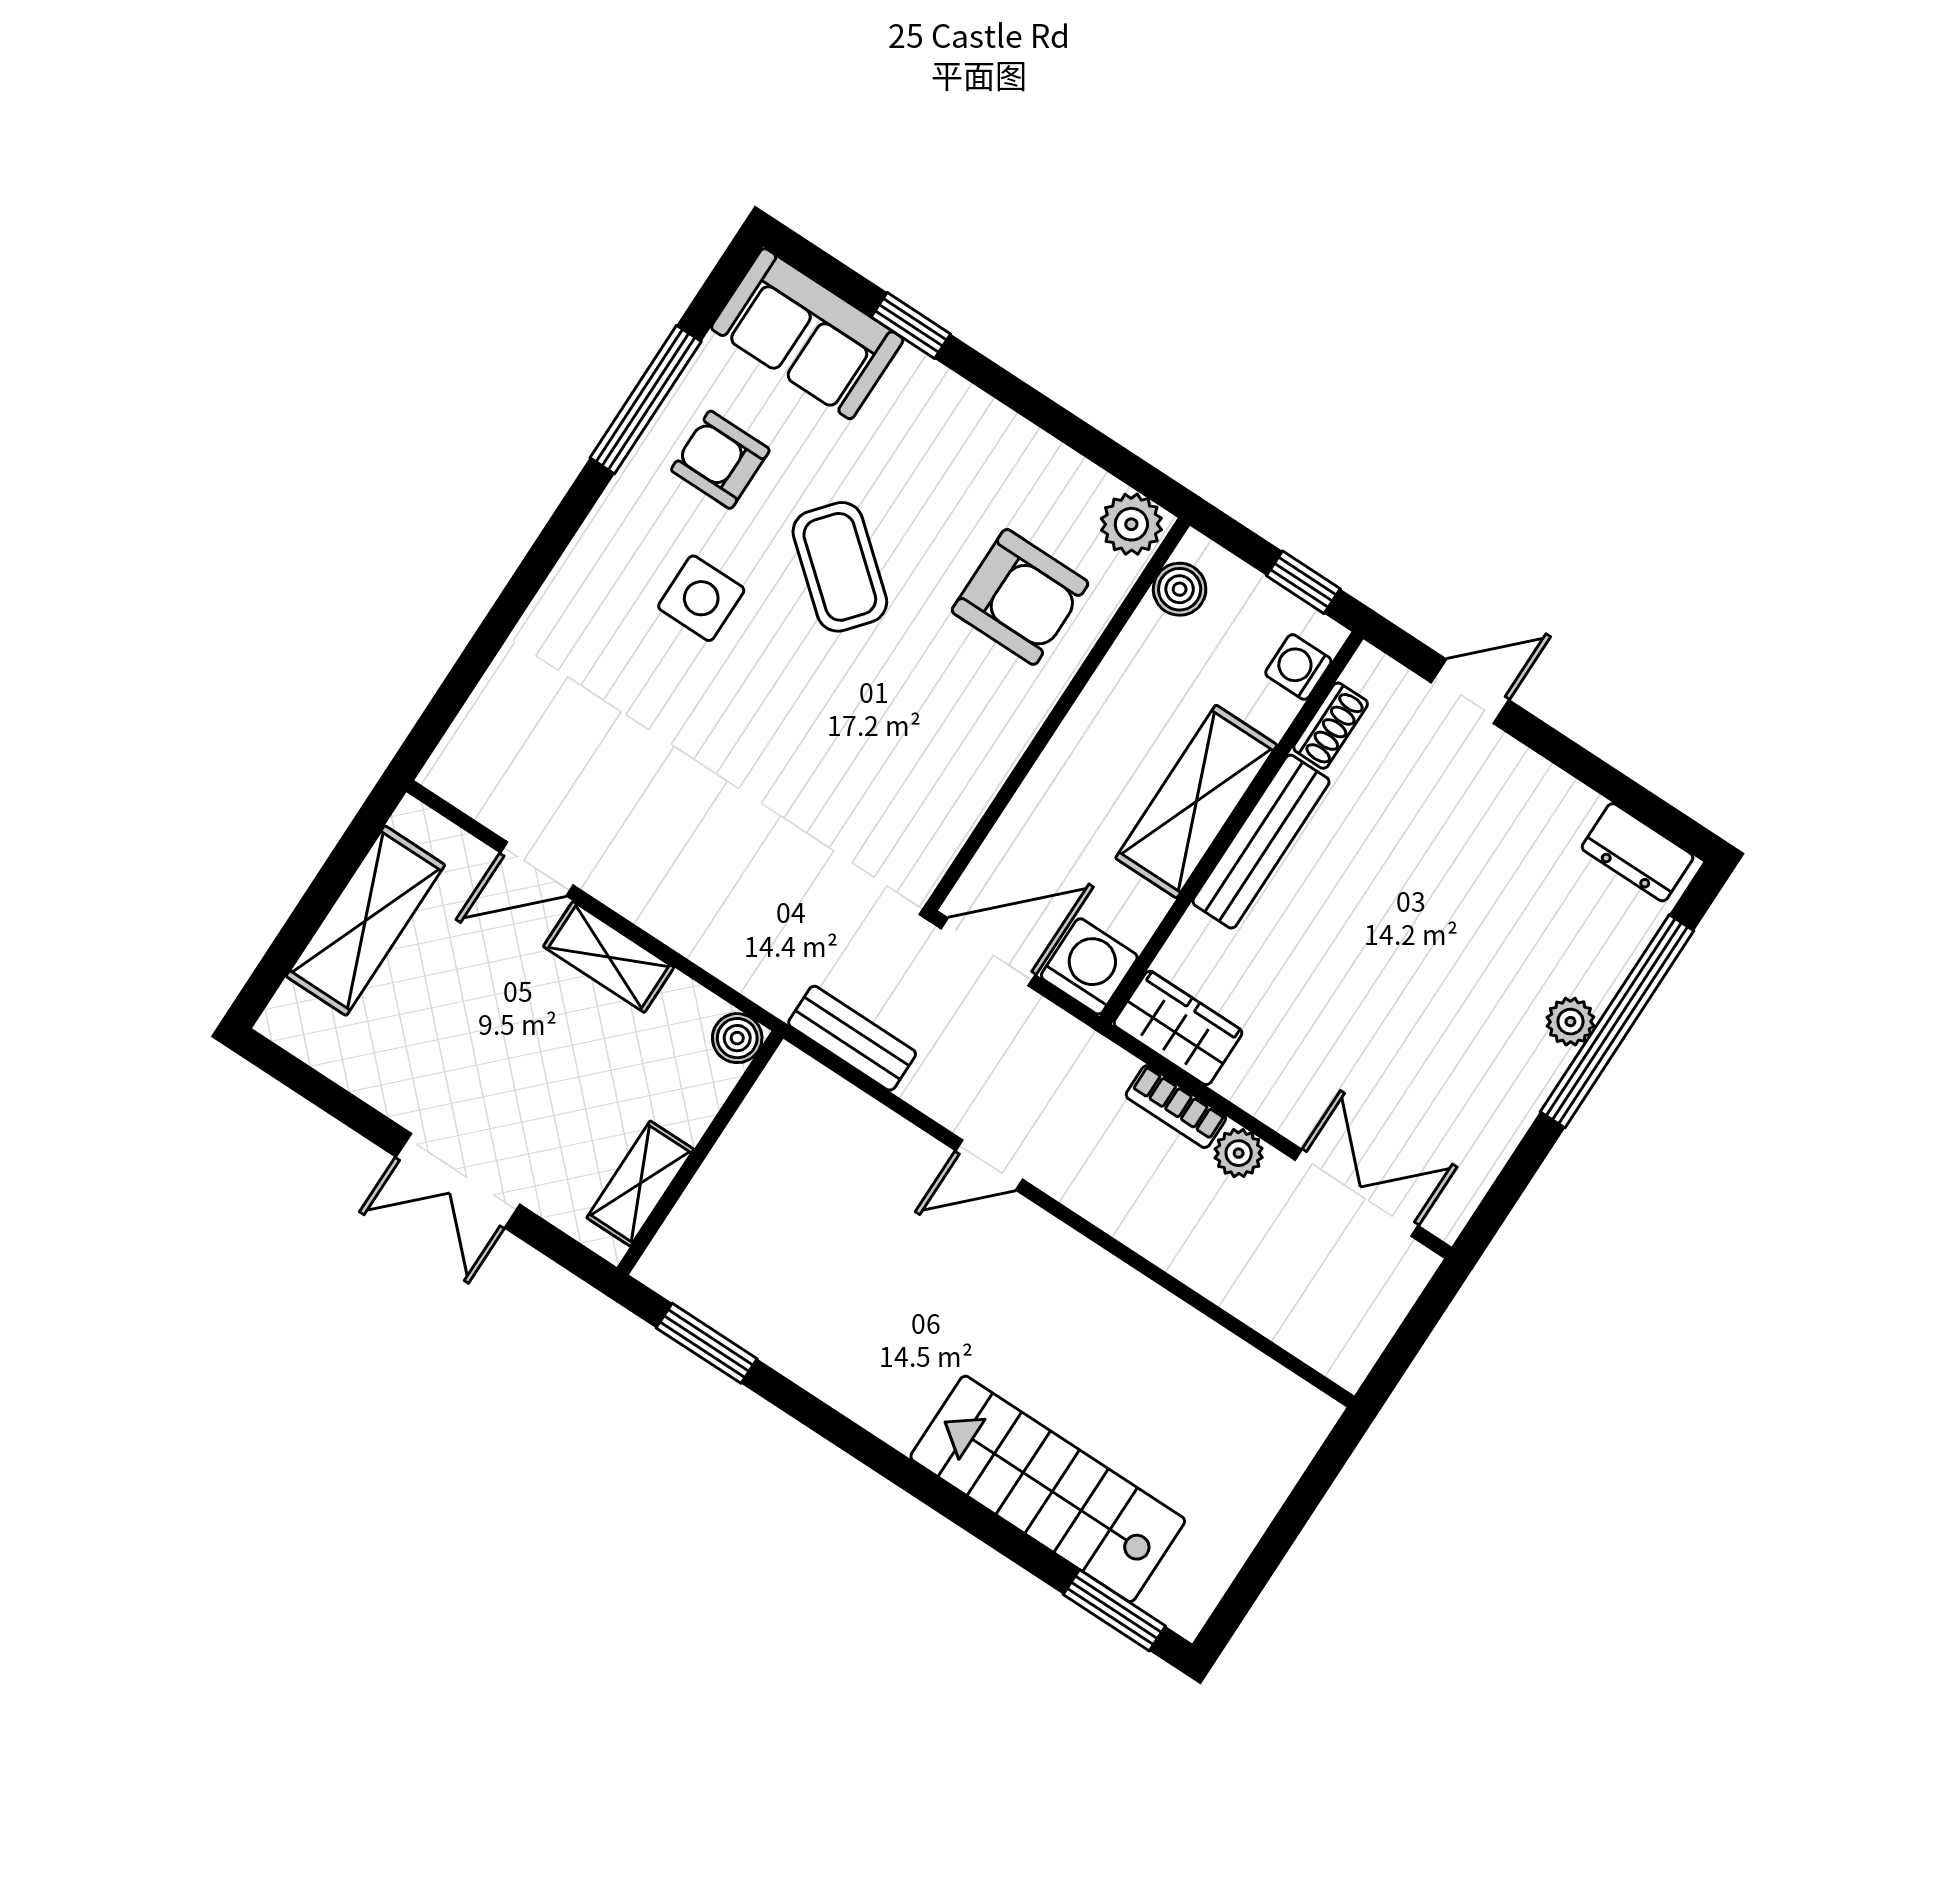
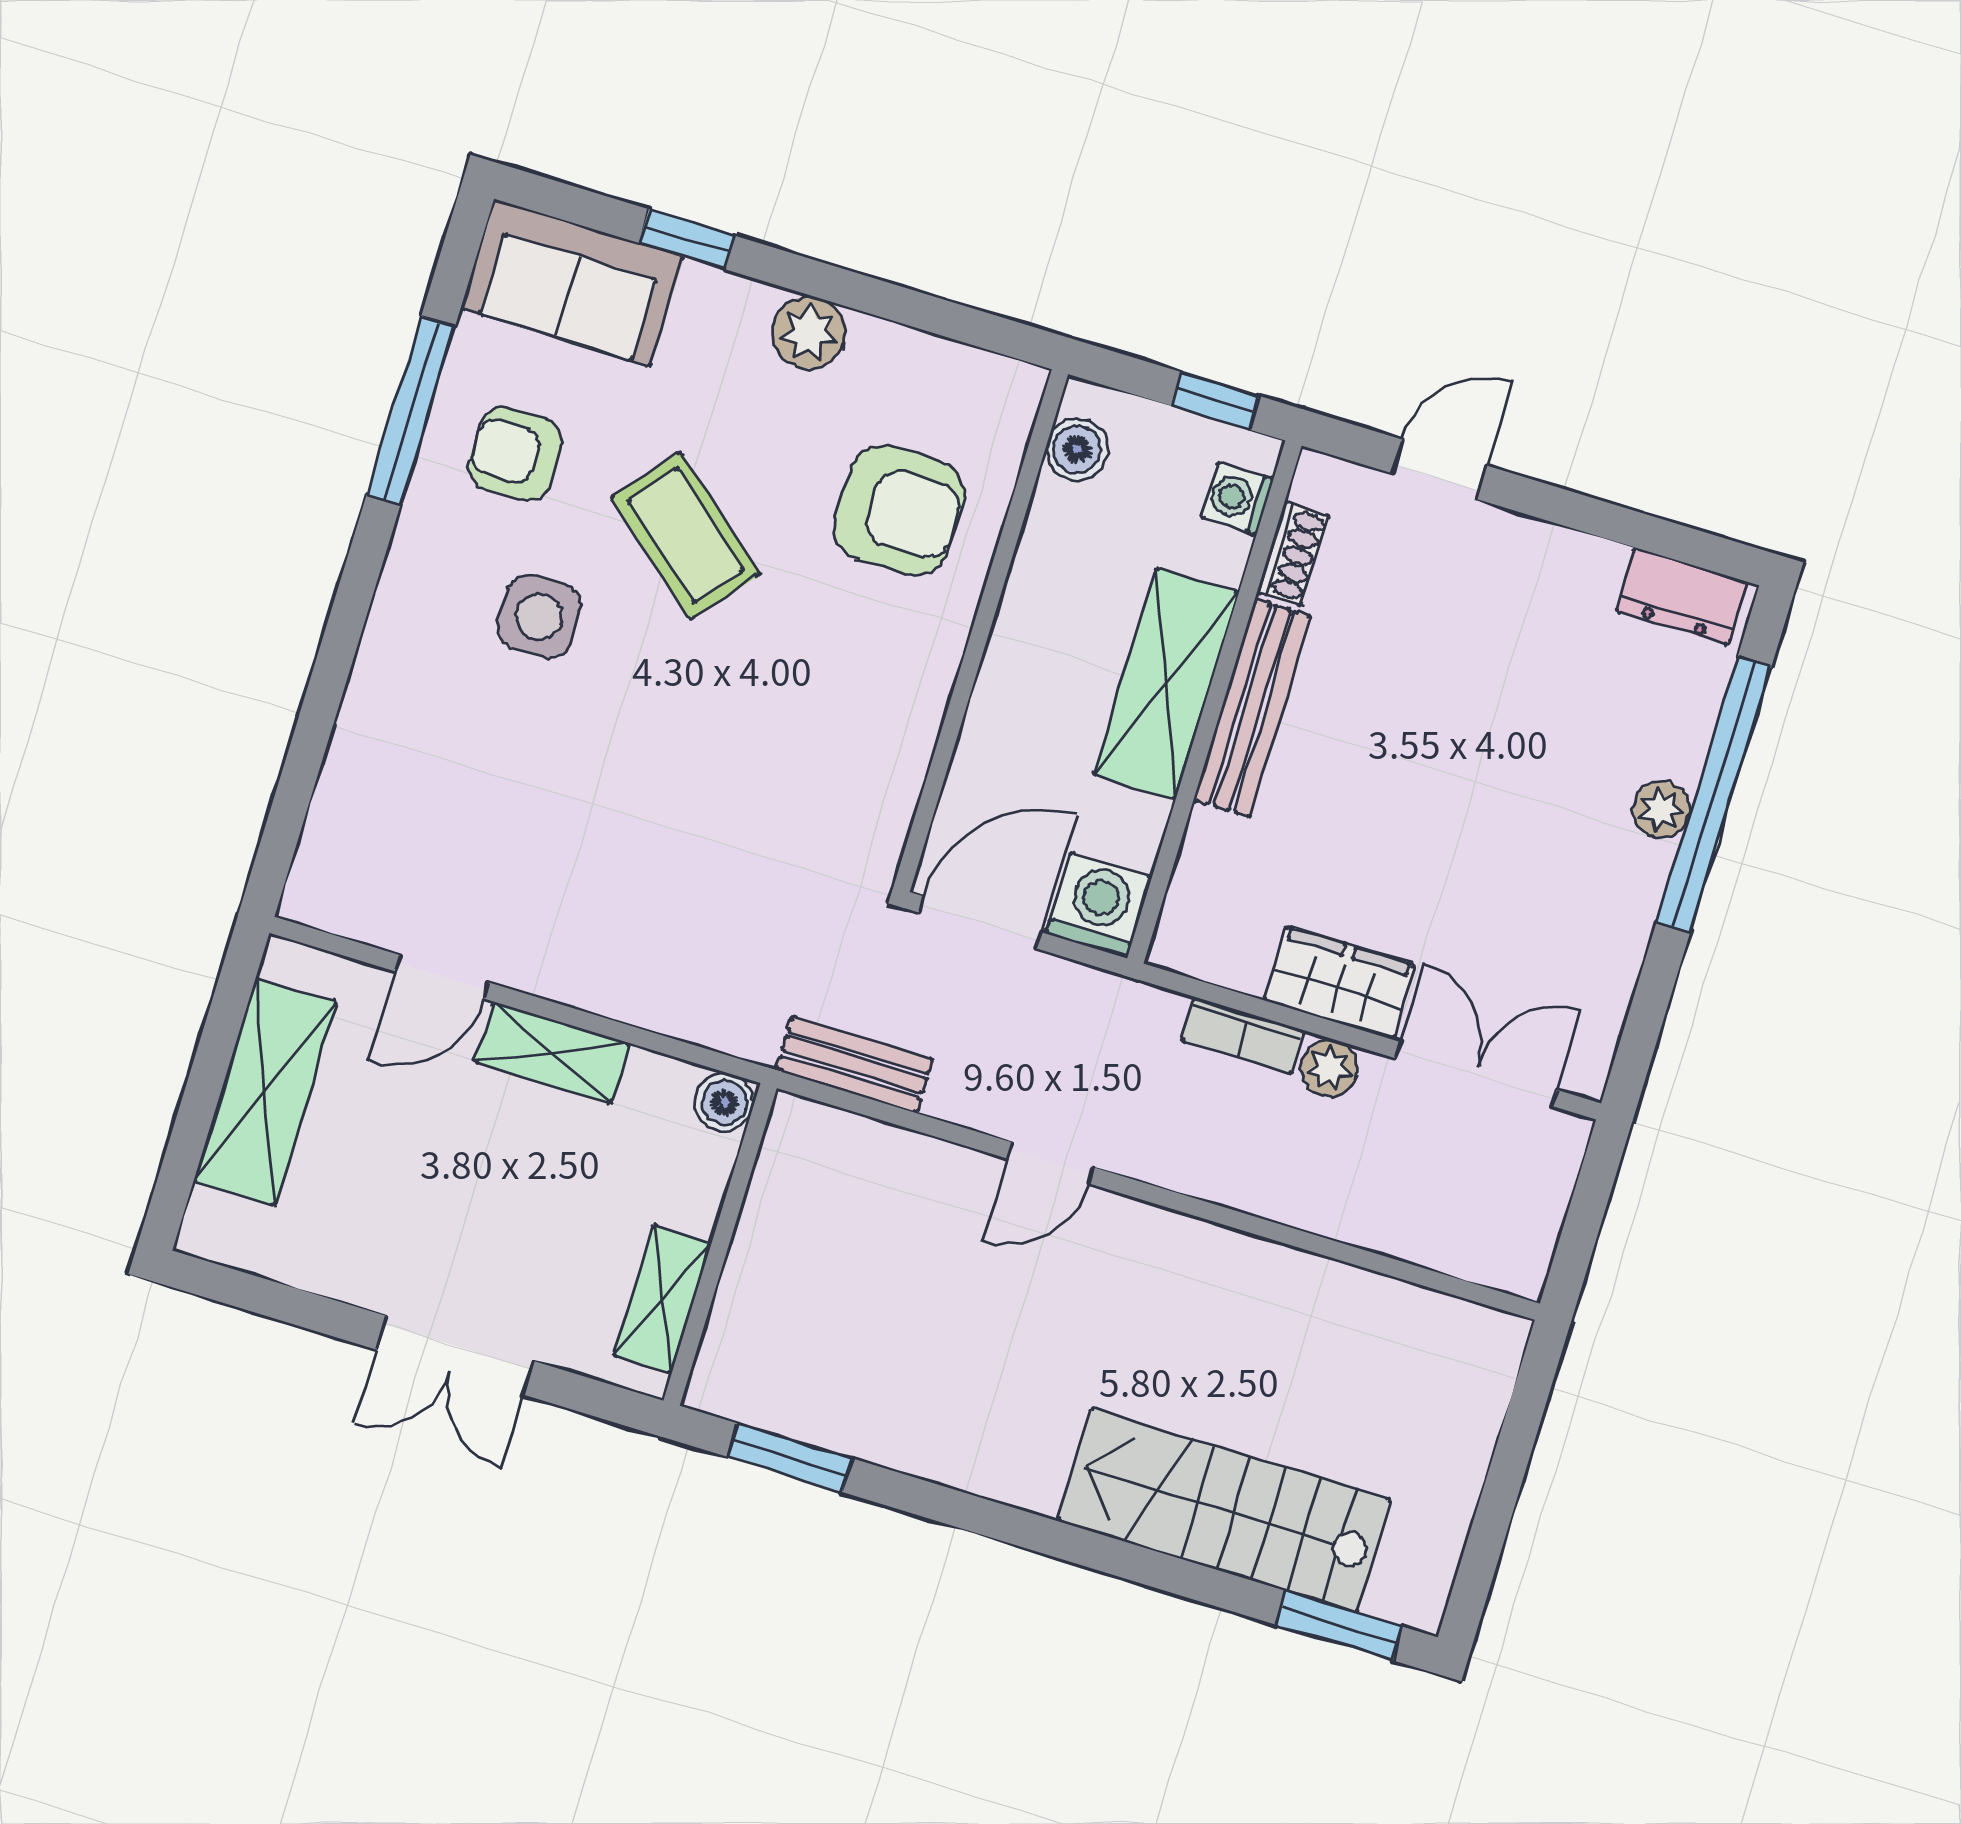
plant: (1131, 524) -> (809, 333), moved
wardrobe: (1178, 1028) -> (1339, 983), moved

